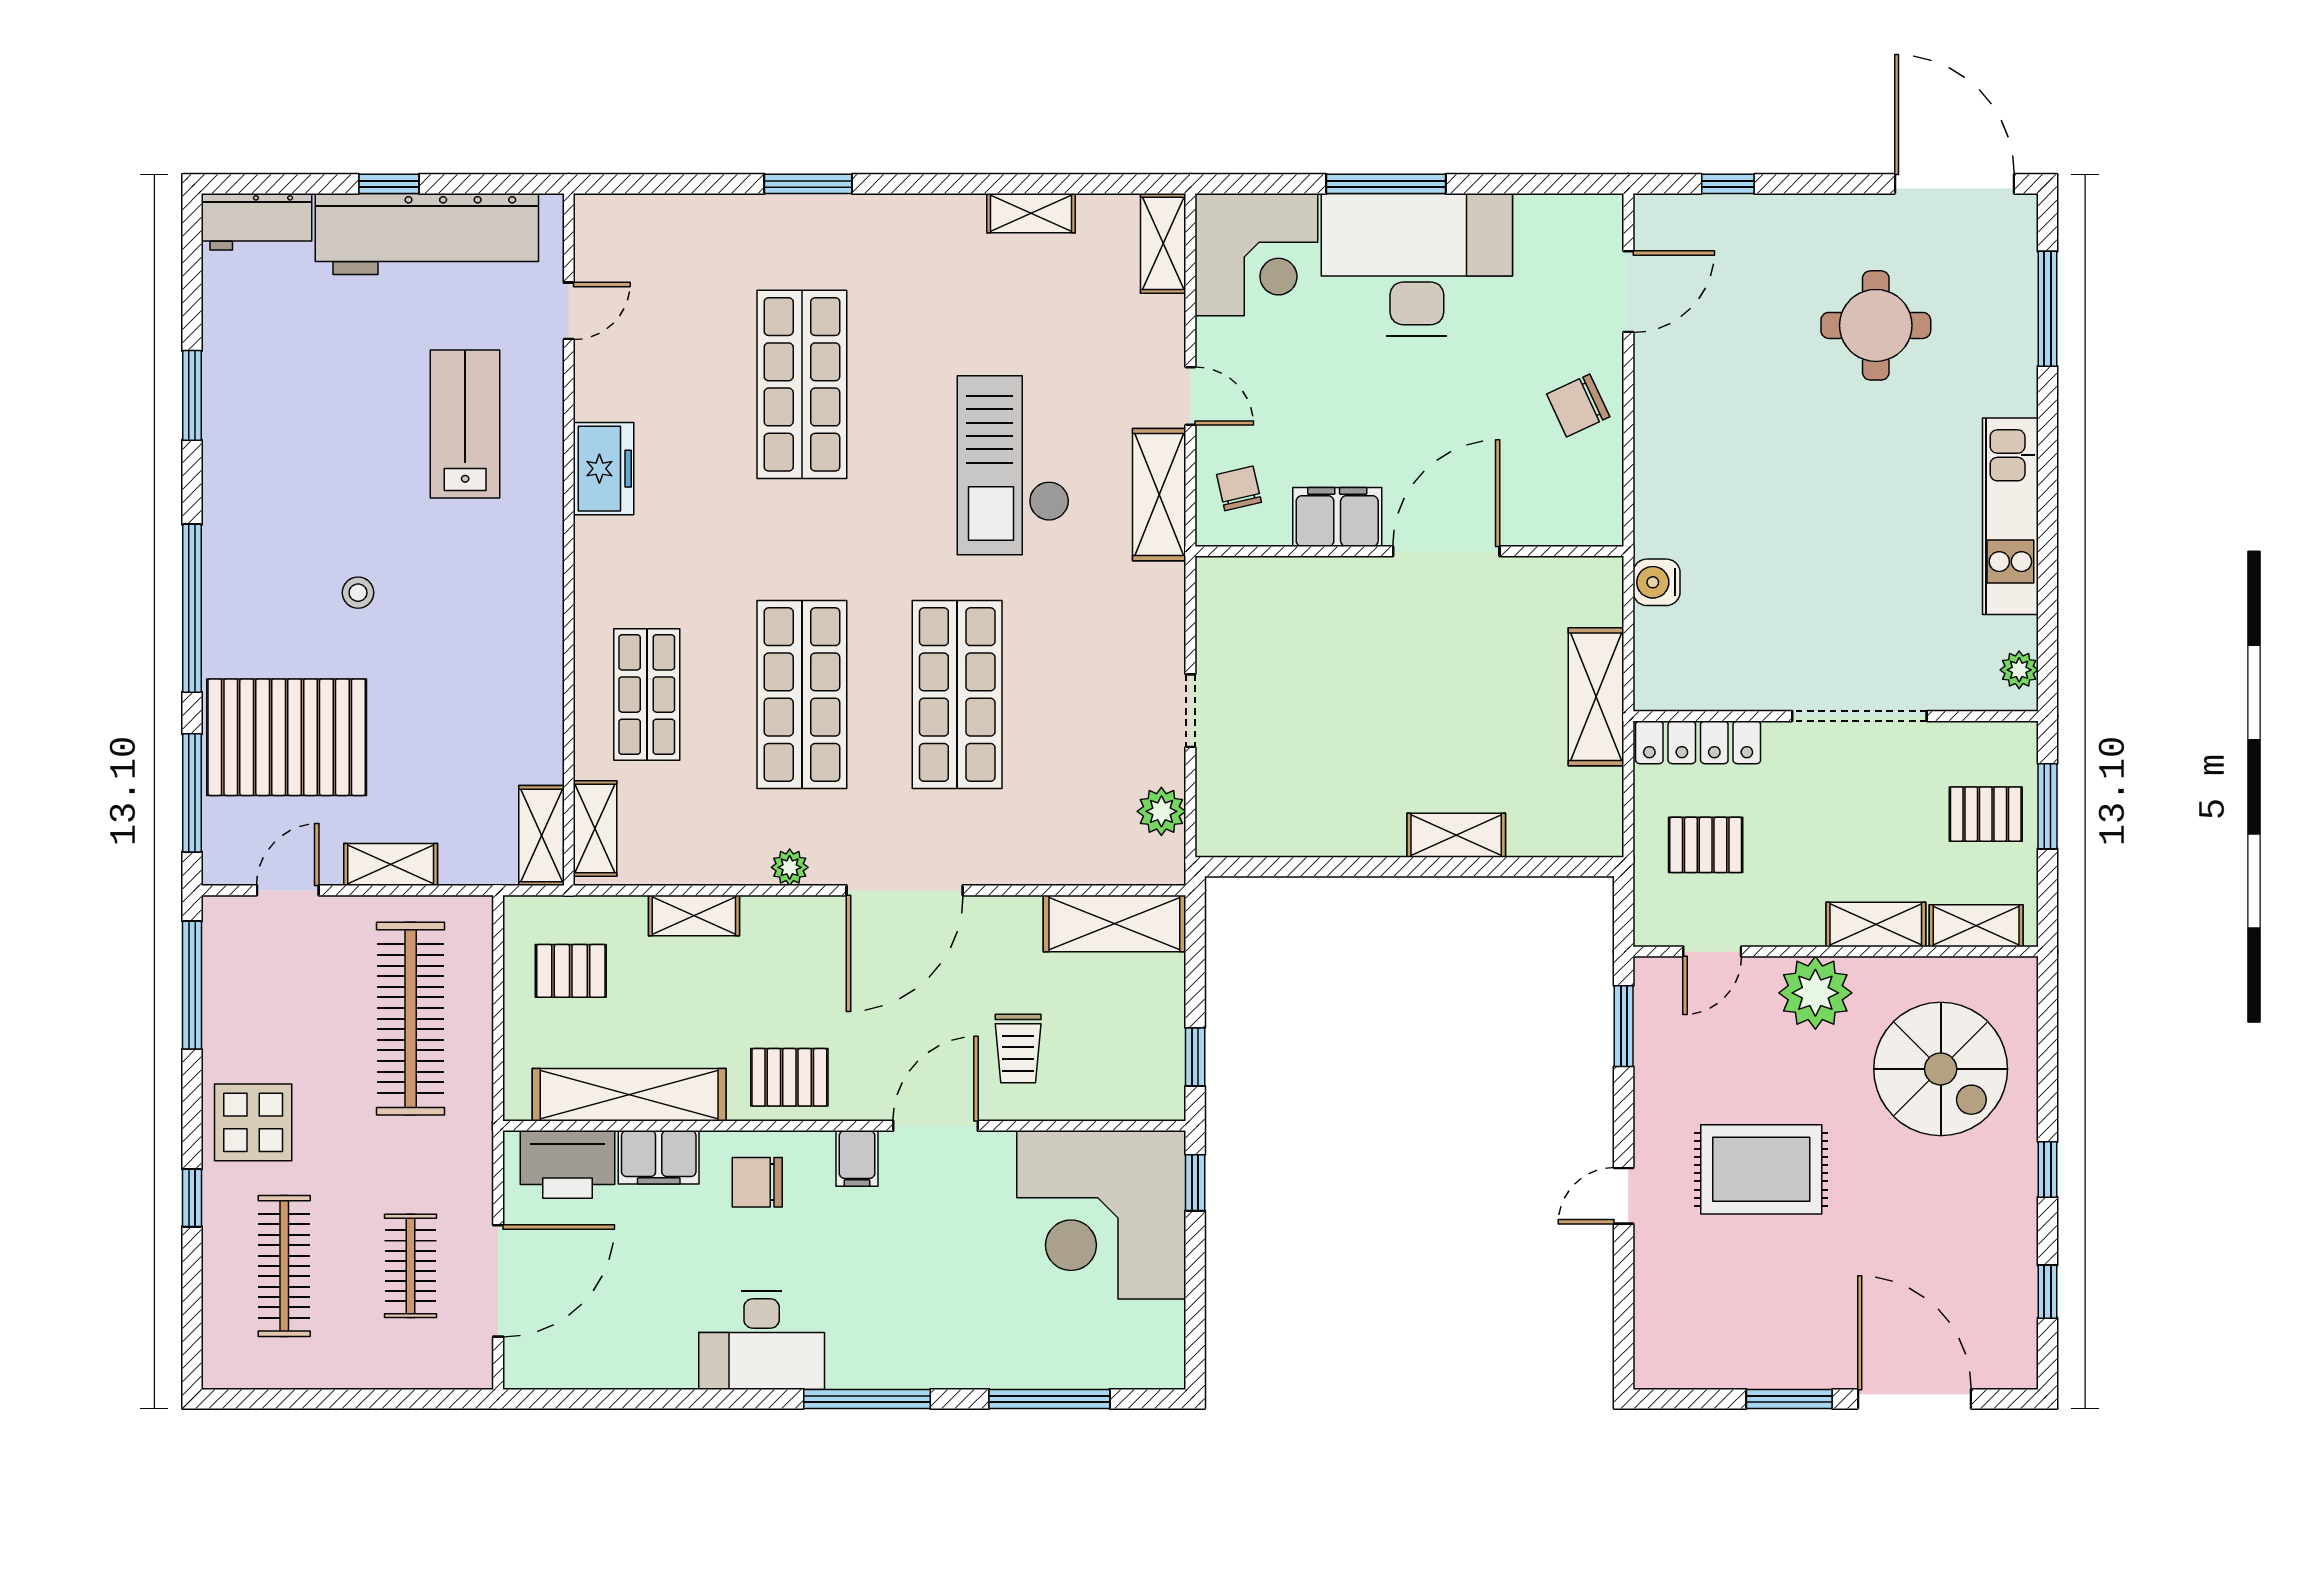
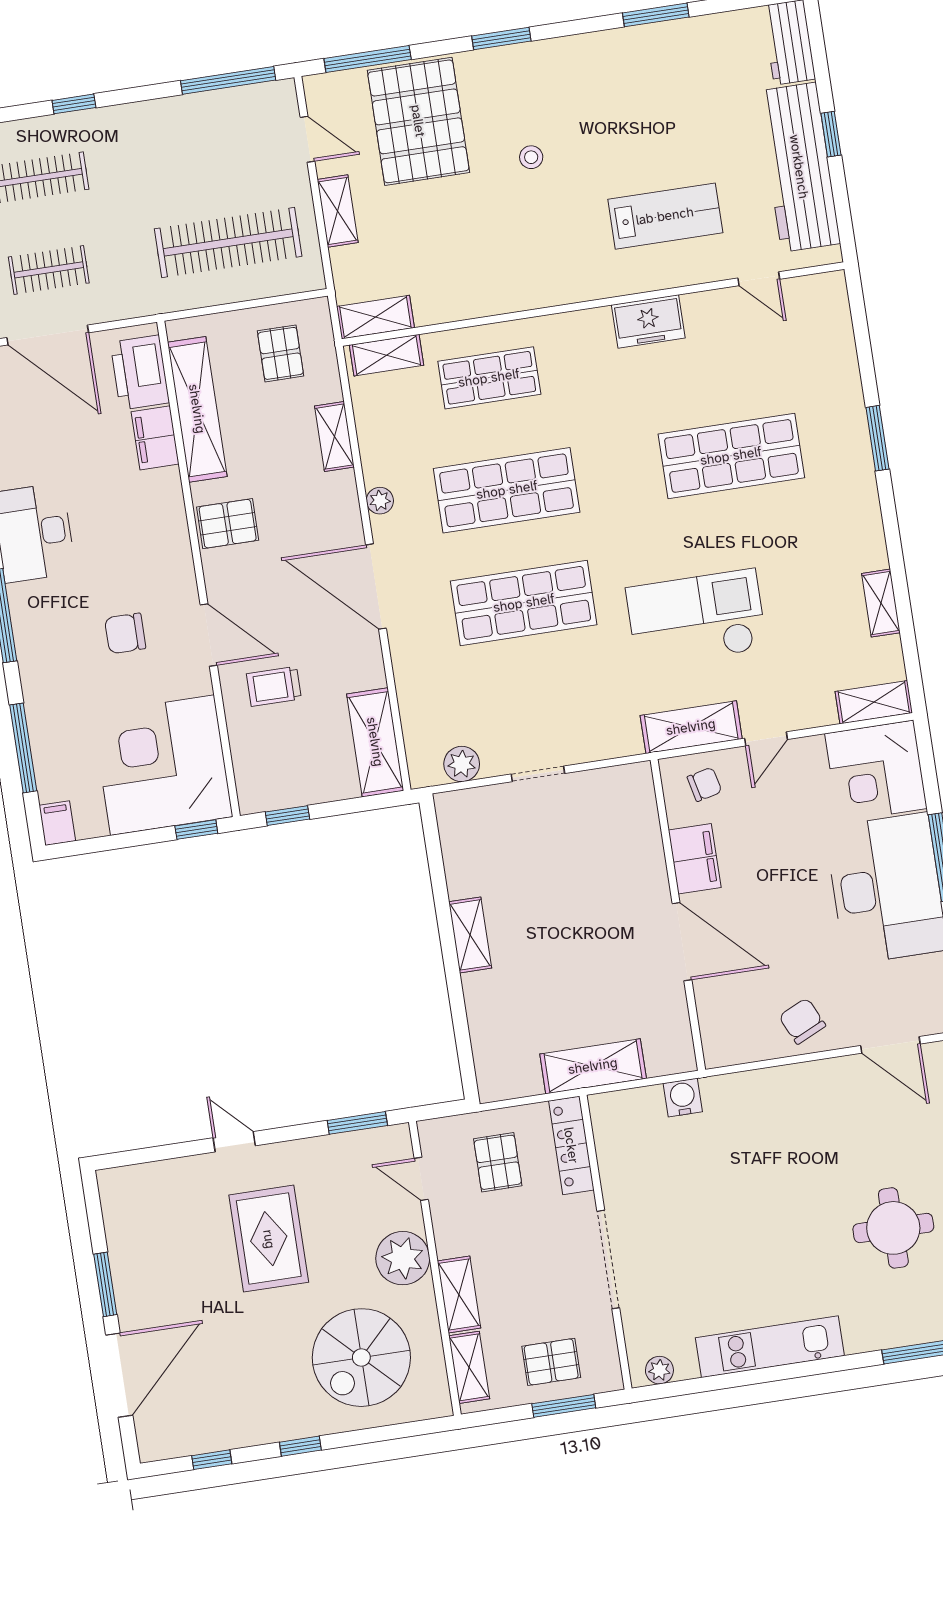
window: (192, 608) -> (501, 39), width x0.47
pallet: (1986, 814) -> (551, 1362), turned 90
shelving: (1456, 835) -> (470, 935), moved
pallet: (789, 1077) -> (228, 524), turned 90
display table: (253, 1122) -> (135, 140), removed
filing cabinet: (857, 1158) -> (57, 823), moved, turned 90
chair: (757, 1182) -> (125, 633), moved, turned -90

